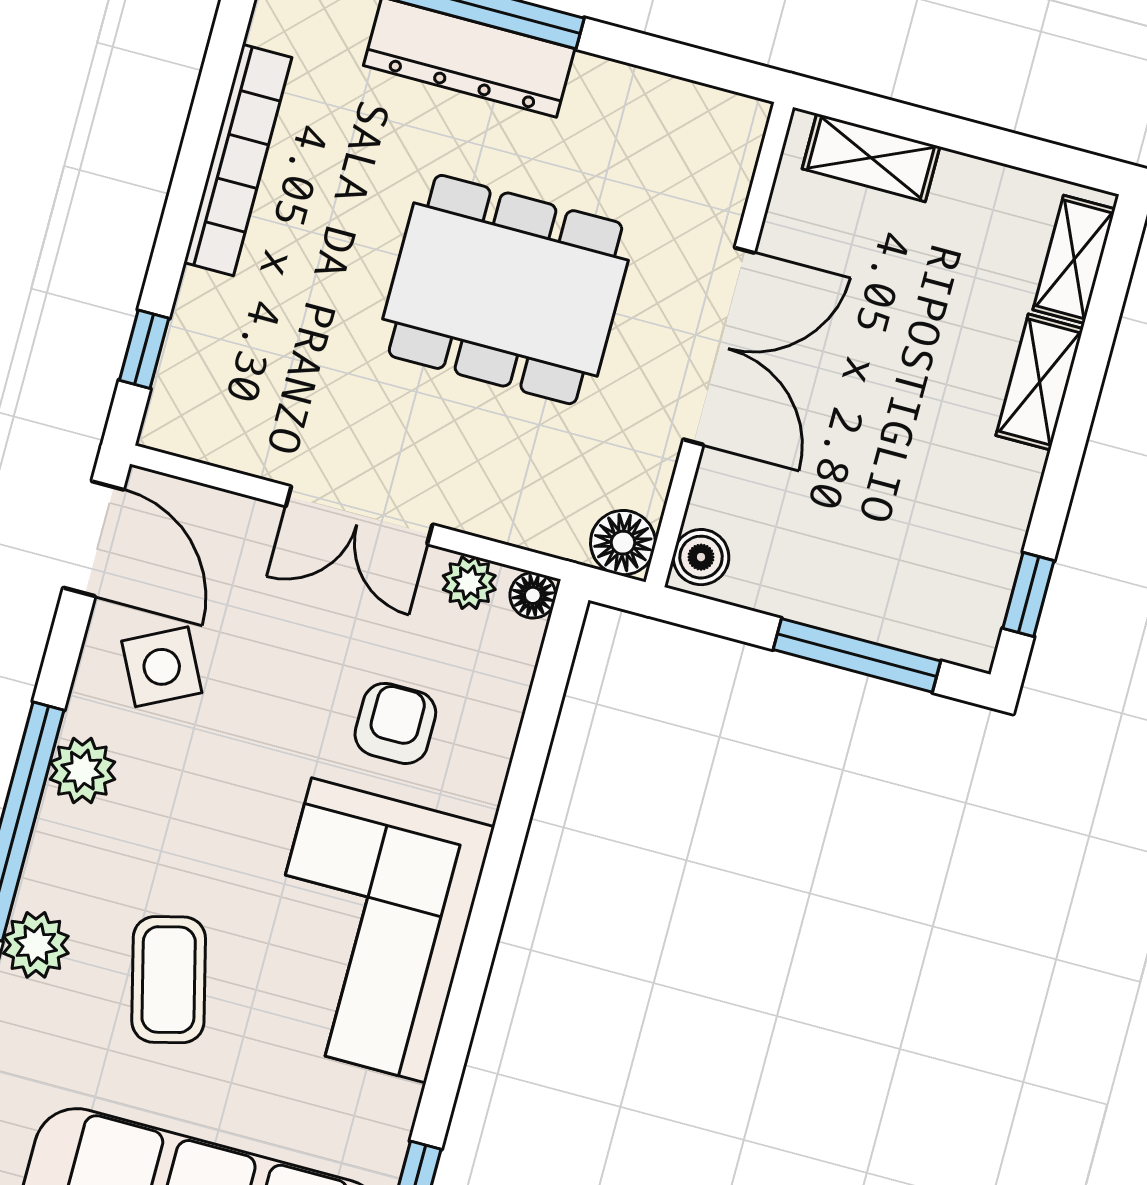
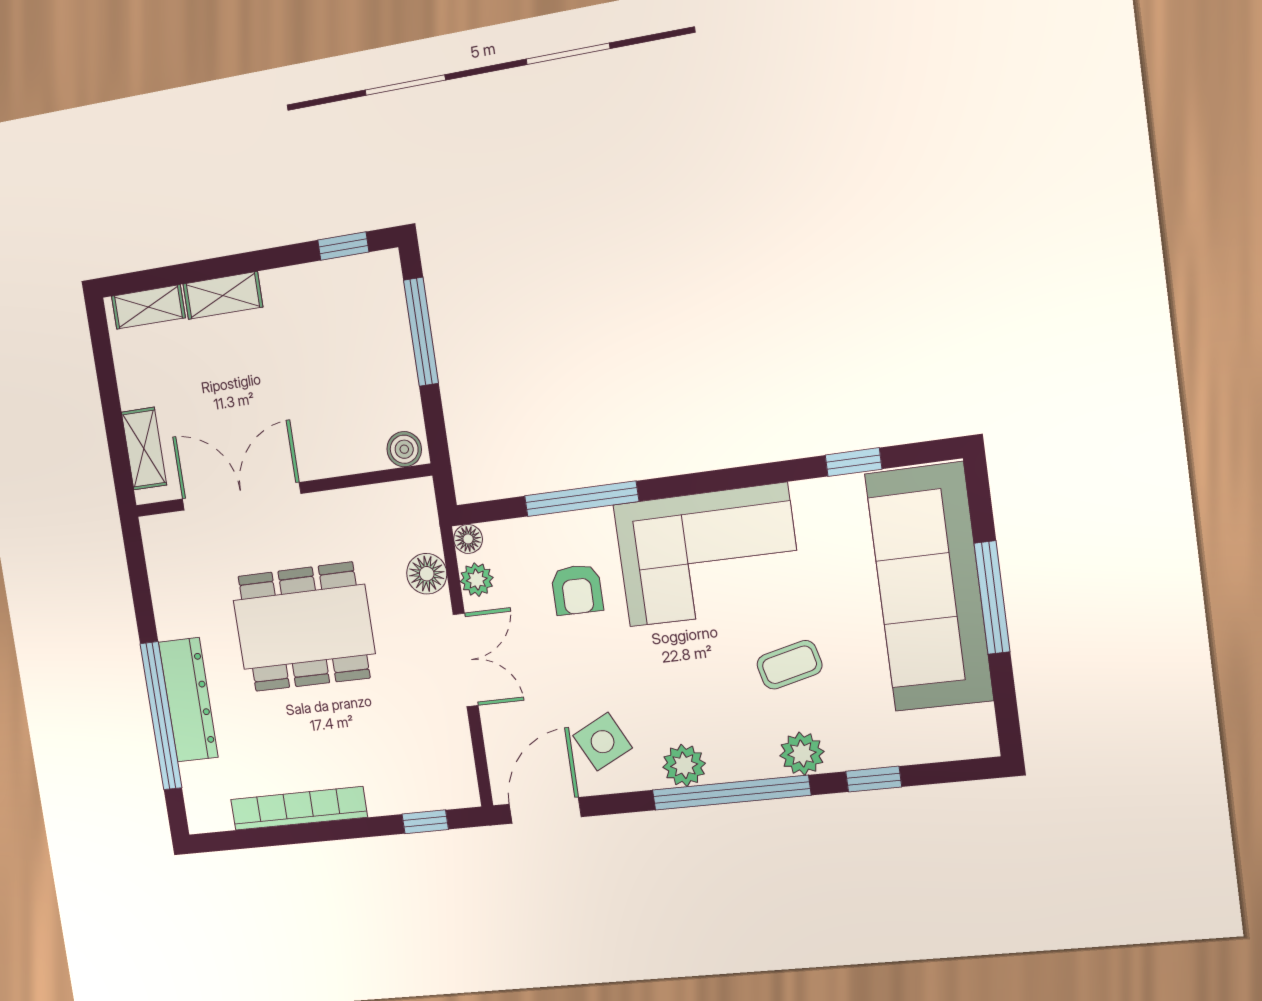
dining table: (505, 290) -> (304, 627), turned 90
double door: (719, 346) -> (241, 496), moved
floor lamp: (623, 543) -> (427, 574), moved
armchair: (395, 723) -> (577, 590), turned -90
window: (522, 785) -> (581, 499), added
coffee table: (169, 980) -> (789, 665), width x0.73, depth x0.77

